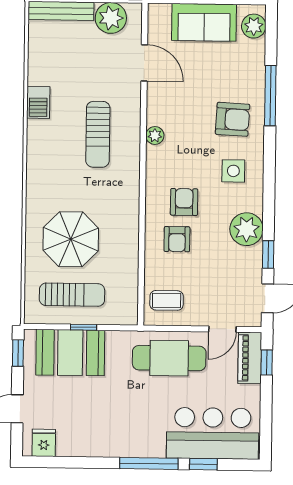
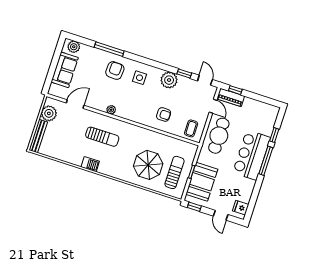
barbecue: (38, 102) -> (90, 164), moved
armchair: (184, 202) -> (147, 106), removed
bar counter: (213, 433) -> (252, 155), moved

